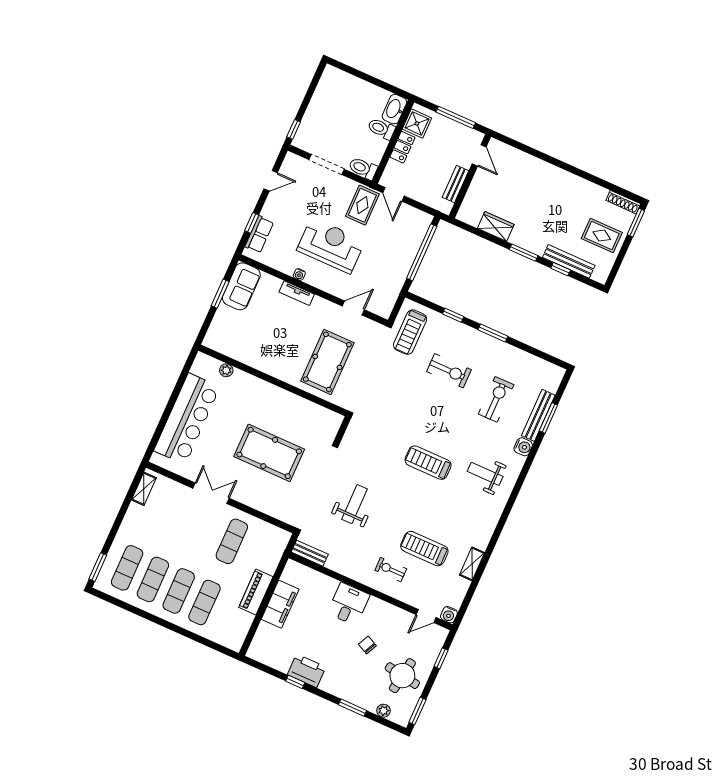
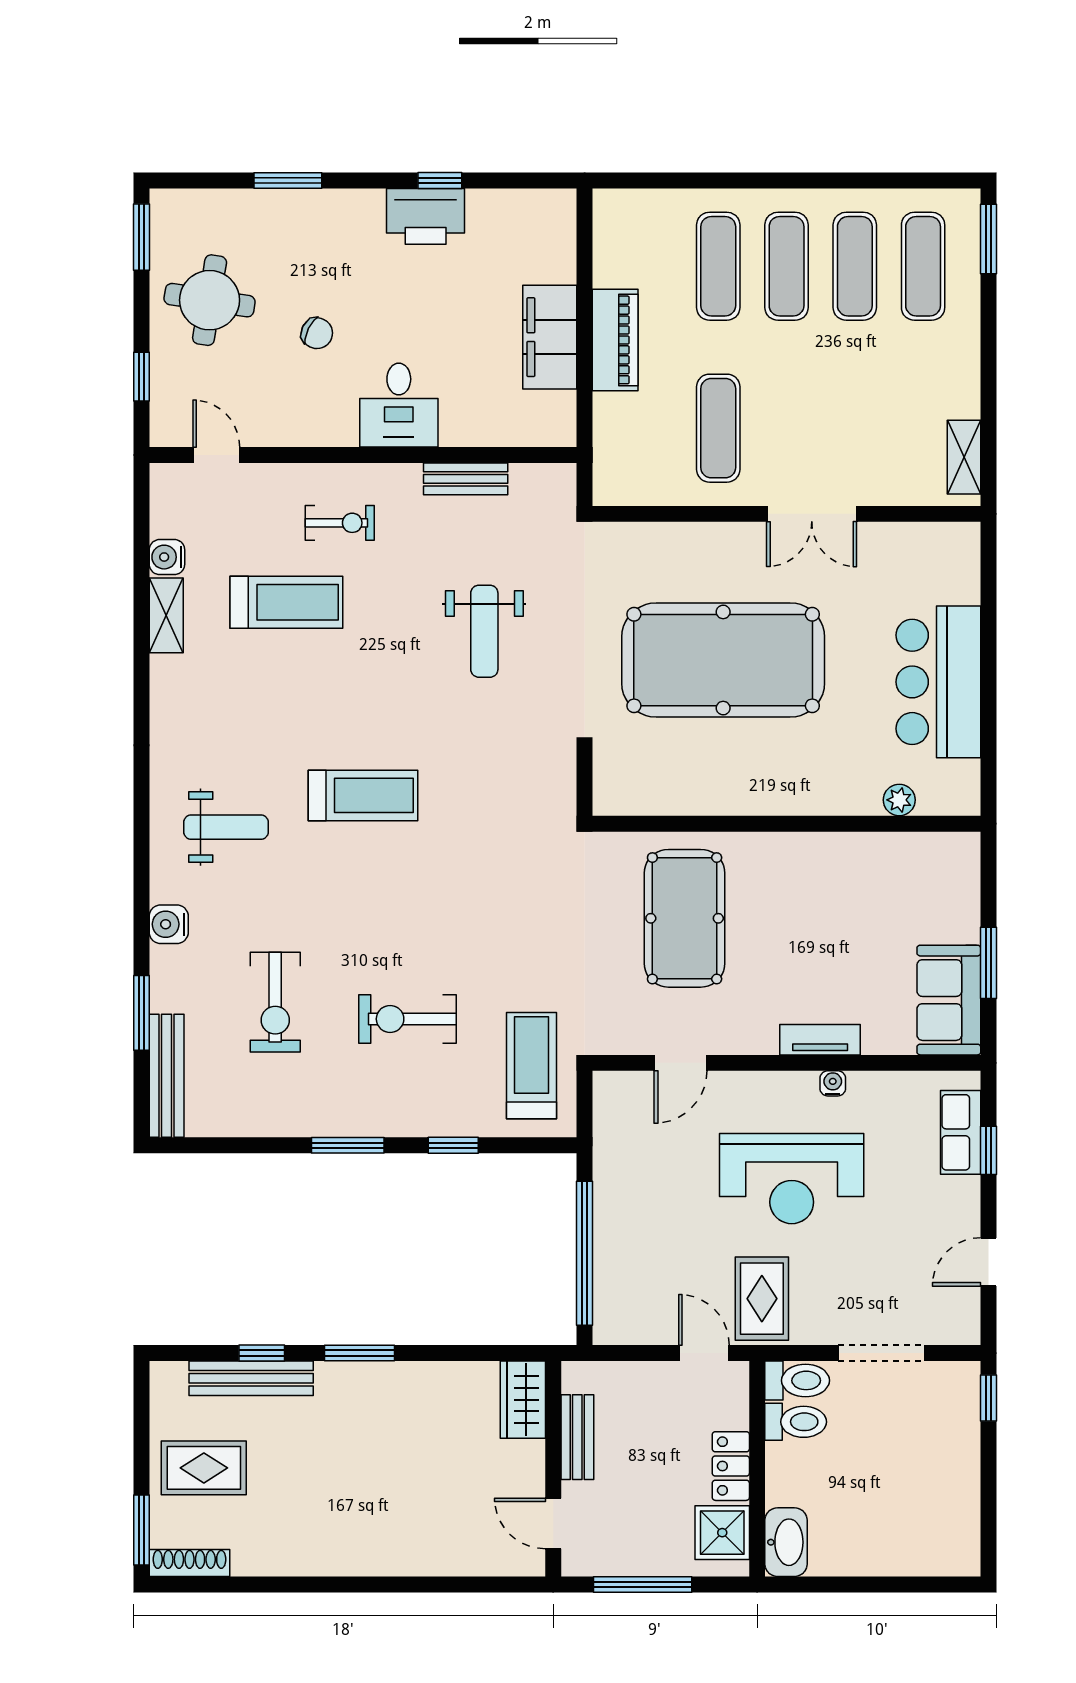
toilet: (381, 129) -> (796, 1422), moved
wardrobe: (496, 226) -> (523, 1400), moved, turned 90
bench: (538, 415) -> (167, 1076), moved
bar counter: (187, 419) -> (938, 682), width x0.73
pool table: (269, 453) -> (723, 660), width x1.36, depth x1.32
bench: (310, 553) -> (466, 479), moved
water cooler: (449, 615) -> (167, 557), moved, turned -90
door: (426, 616) -> (216, 455), hinge flipped
plant: (384, 711) -> (216, 204), removed

